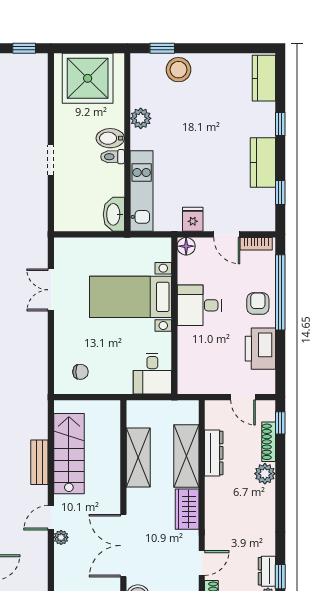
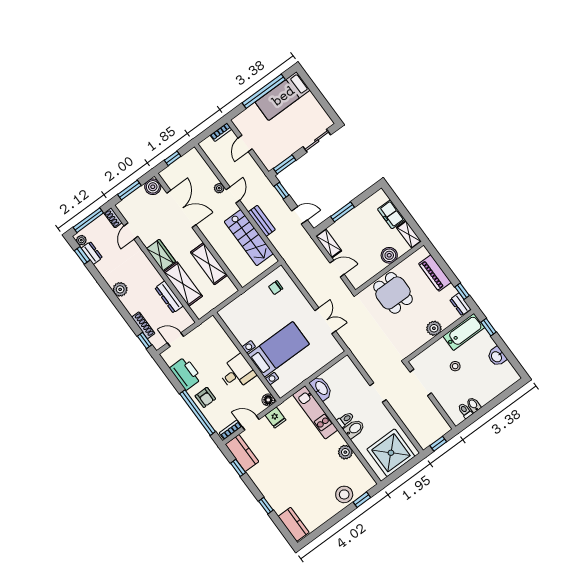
kitchen counter: (263, 163) -> (242, 453), moved
desk: (152, 374) -> (235, 316), removed
plant: (265, 474) -> (120, 289), moved

